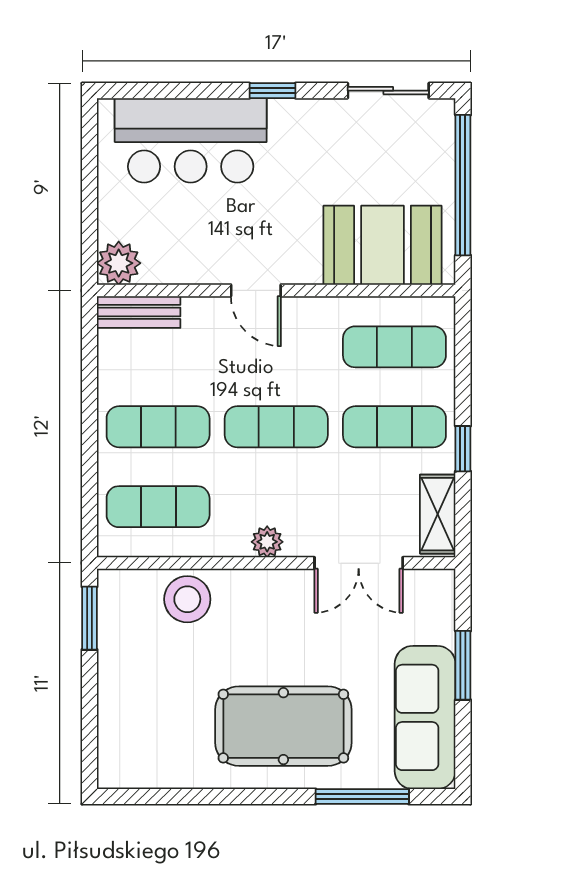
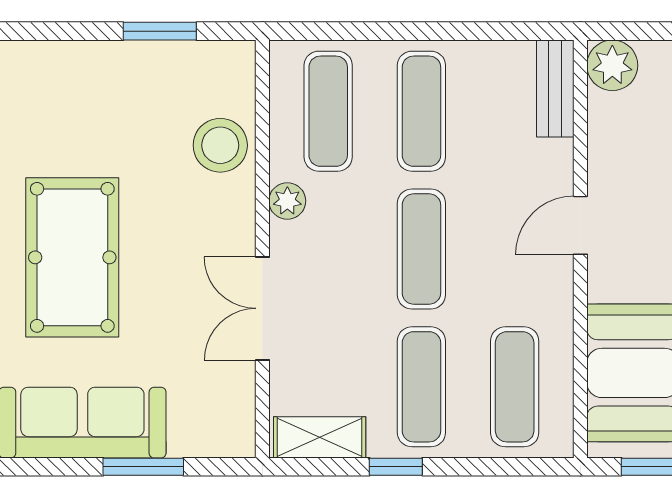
plant: (267, 542) -> (287, 201), moved
double door: (359, 563) -> (262, 308), moved
window: (89, 618) -> (160, 31), moved

